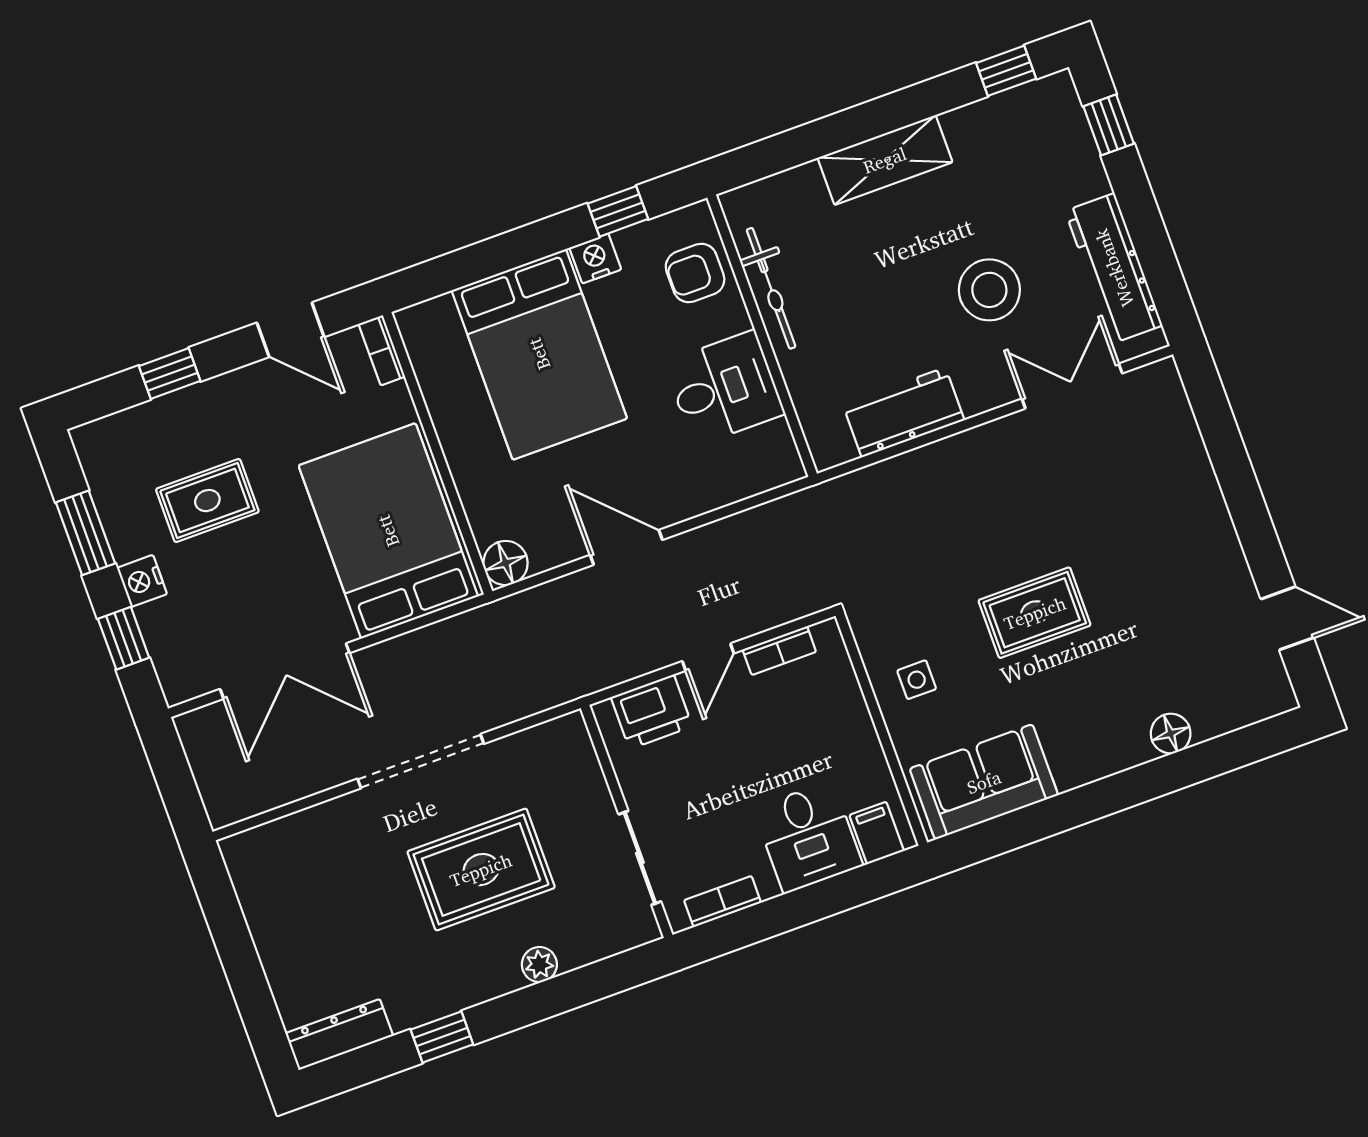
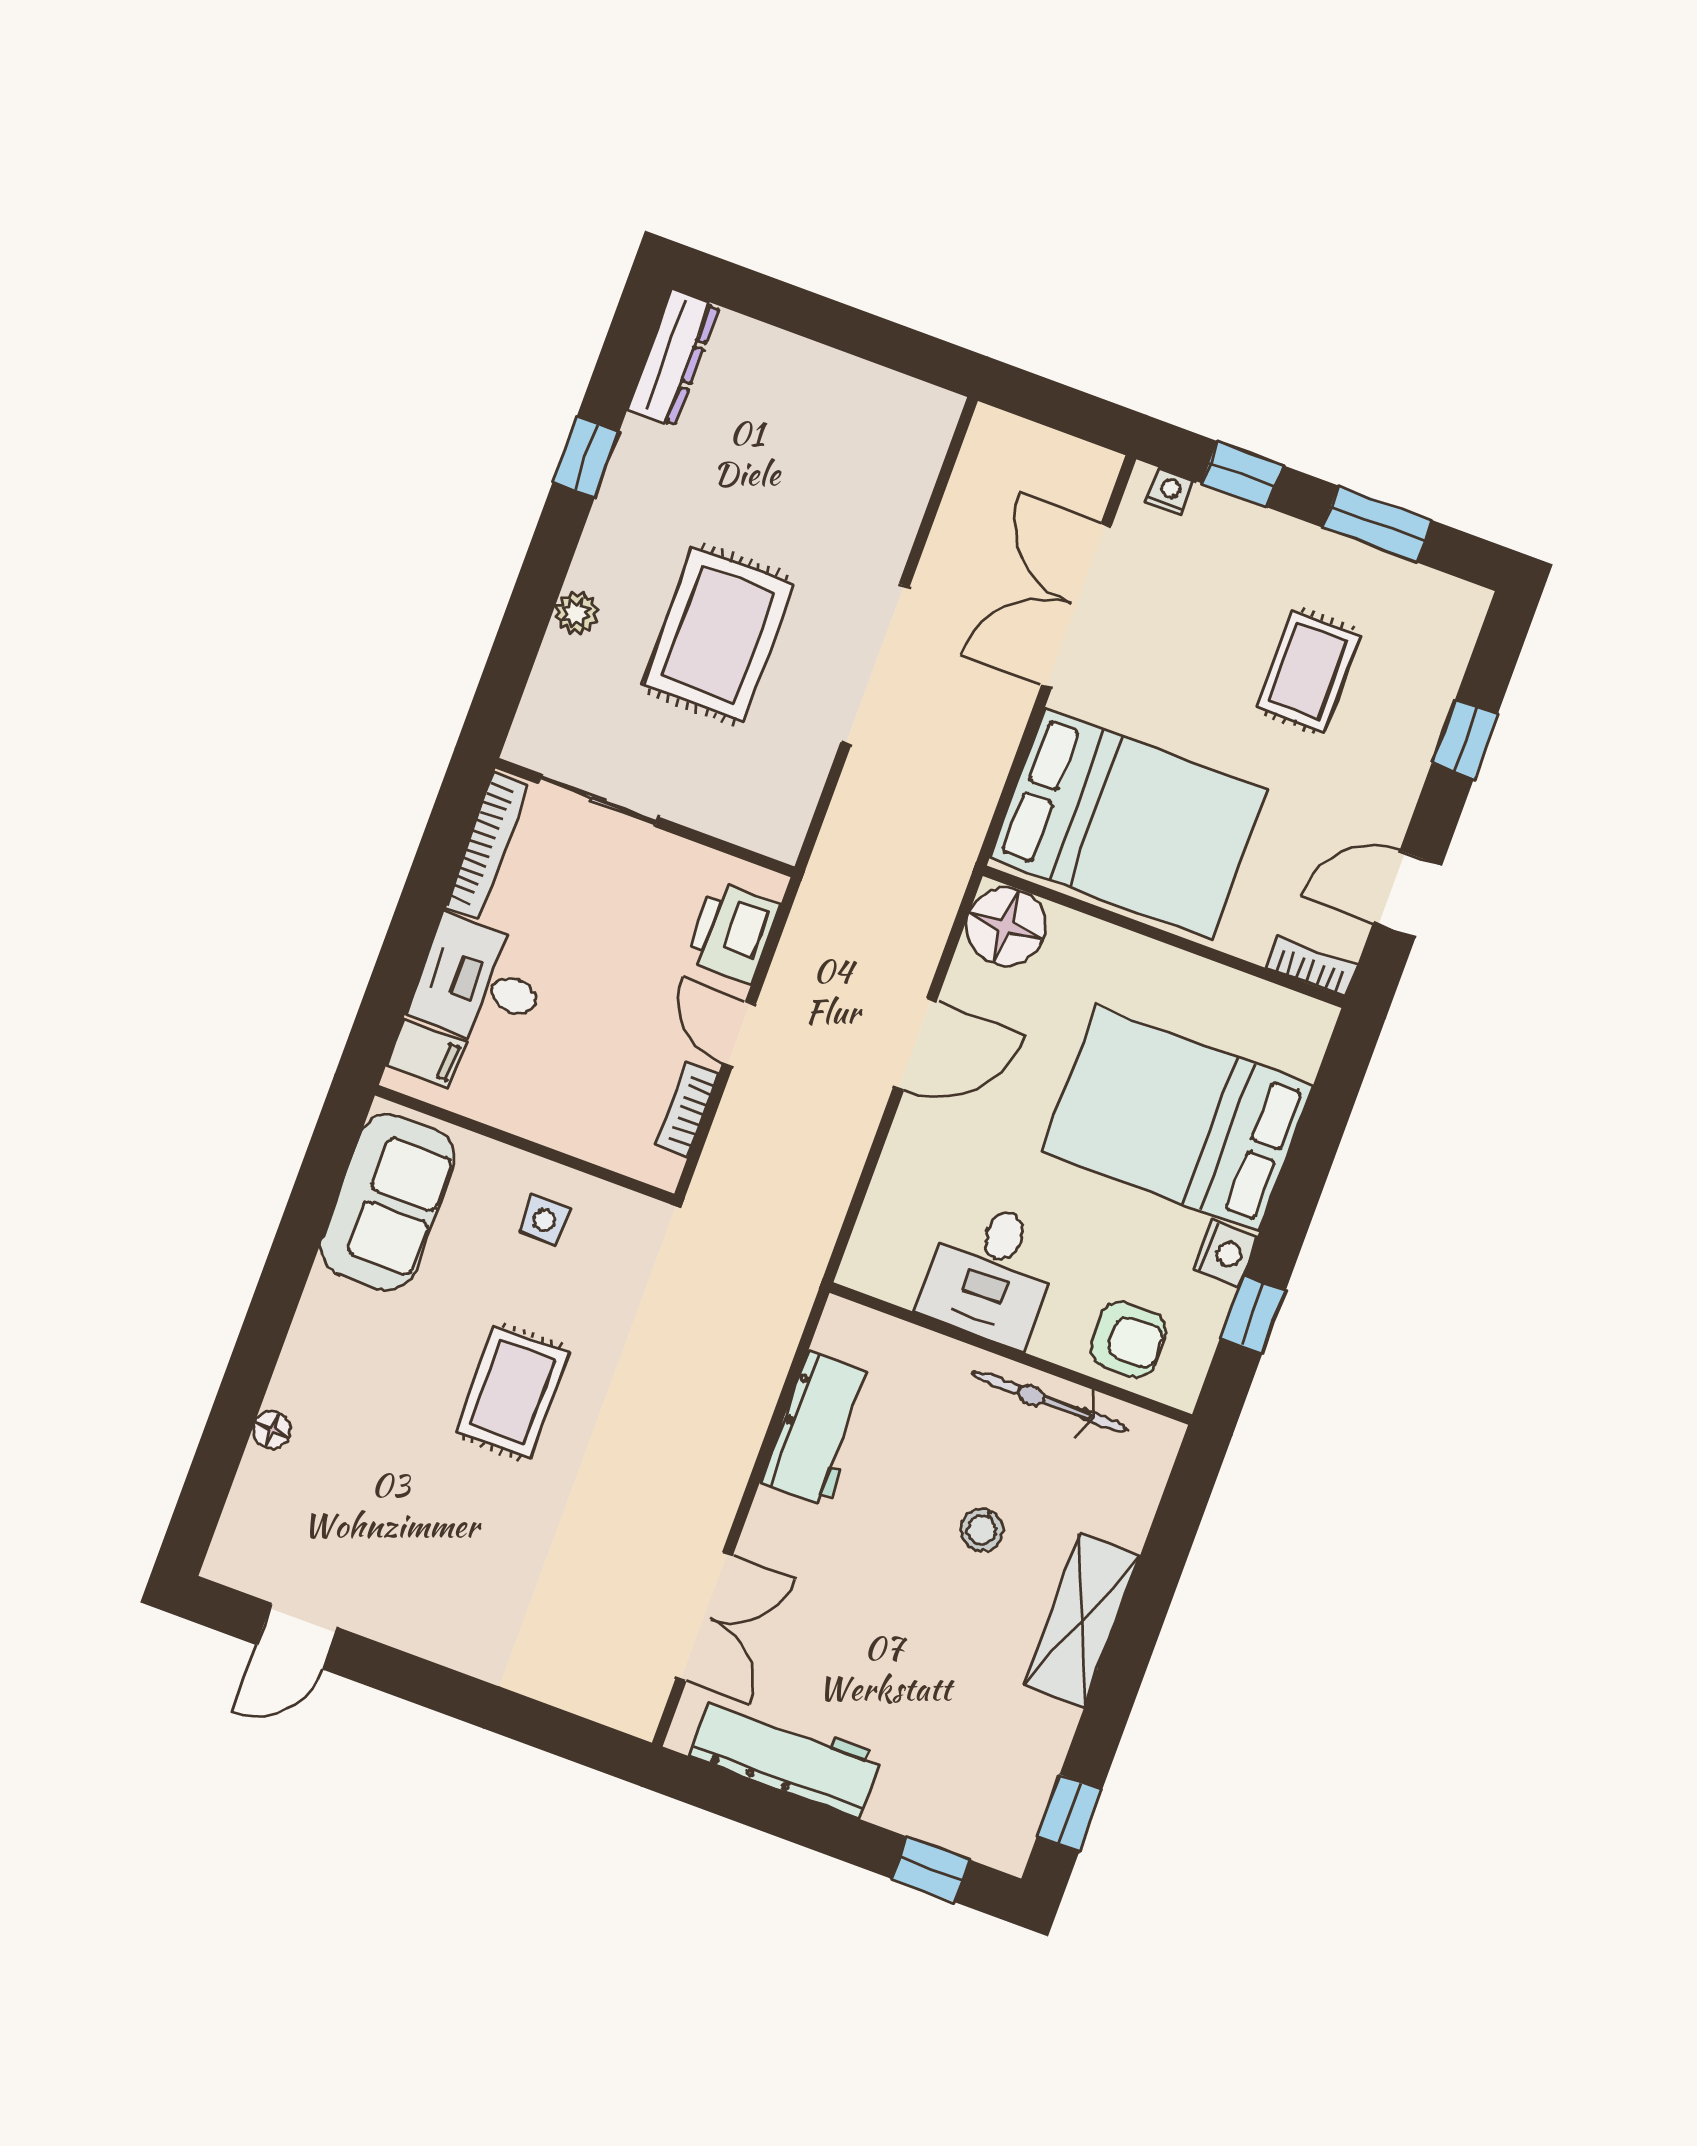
armchair: (695, 273) -> (1128, 1339), turned 90
stool: (989, 290) -> (982, 1530), moved, width x0.53, depth x0.53
floor lamp: (506, 563) -> (1006, 926), width x1.38, depth x1.38
nightstand: (142, 581) -> (1170, 491), moved, width x0.72, depth x0.74
floor lamp: (1171, 734) -> (272, 1430), width x0.73, depth x0.73
bookcase: (723, 902) -> (487, 846), width x1.56

